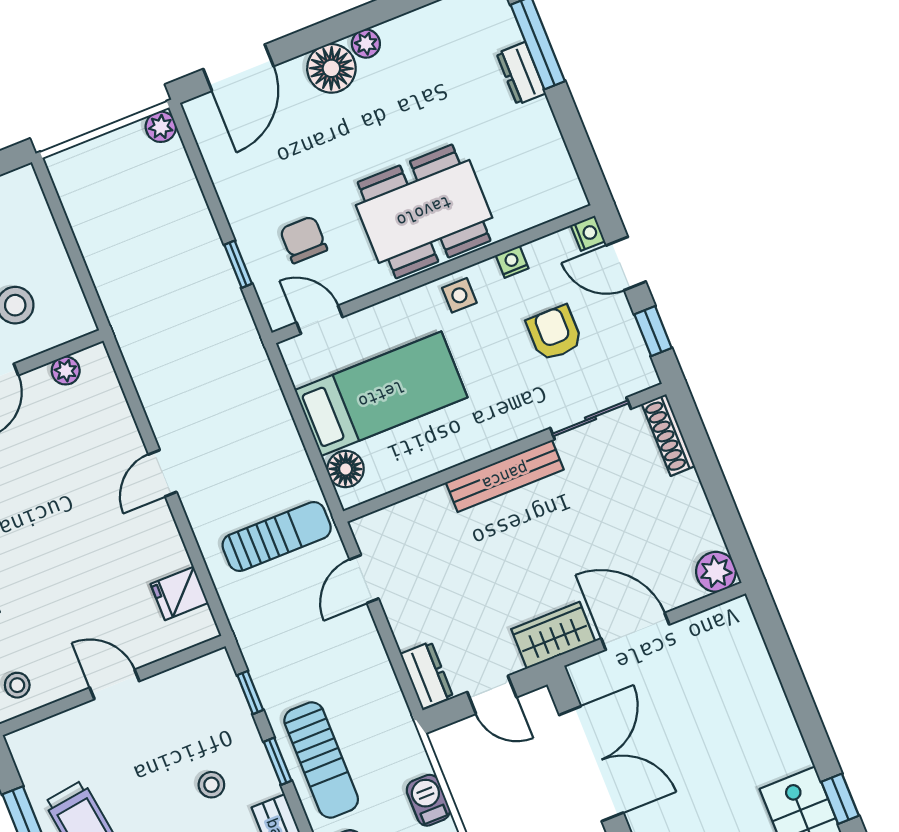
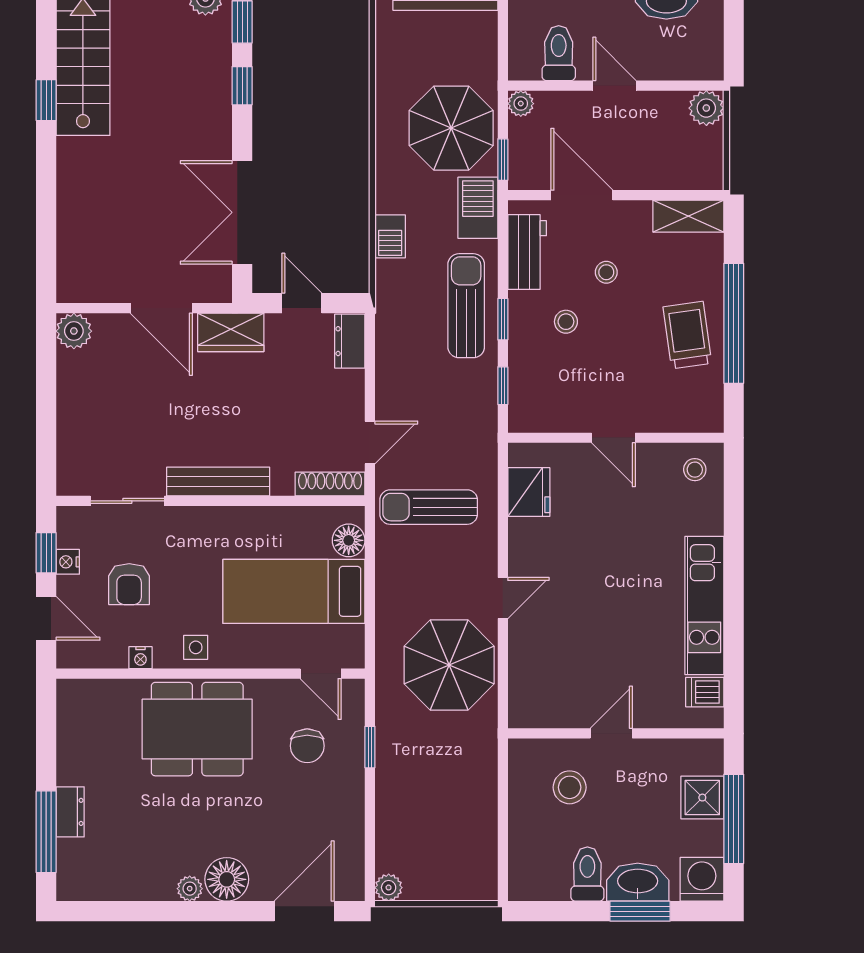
nightstand: (588, 233) -> (68, 562), moved
plant: (66, 371) -> (549, 716), removed
parasol: (190, 382) -> (449, 665), added
shoe rack: (668, 435) -> (330, 484), moved, turned -90
fridge: (179, 593) -> (529, 492), width x1.38

